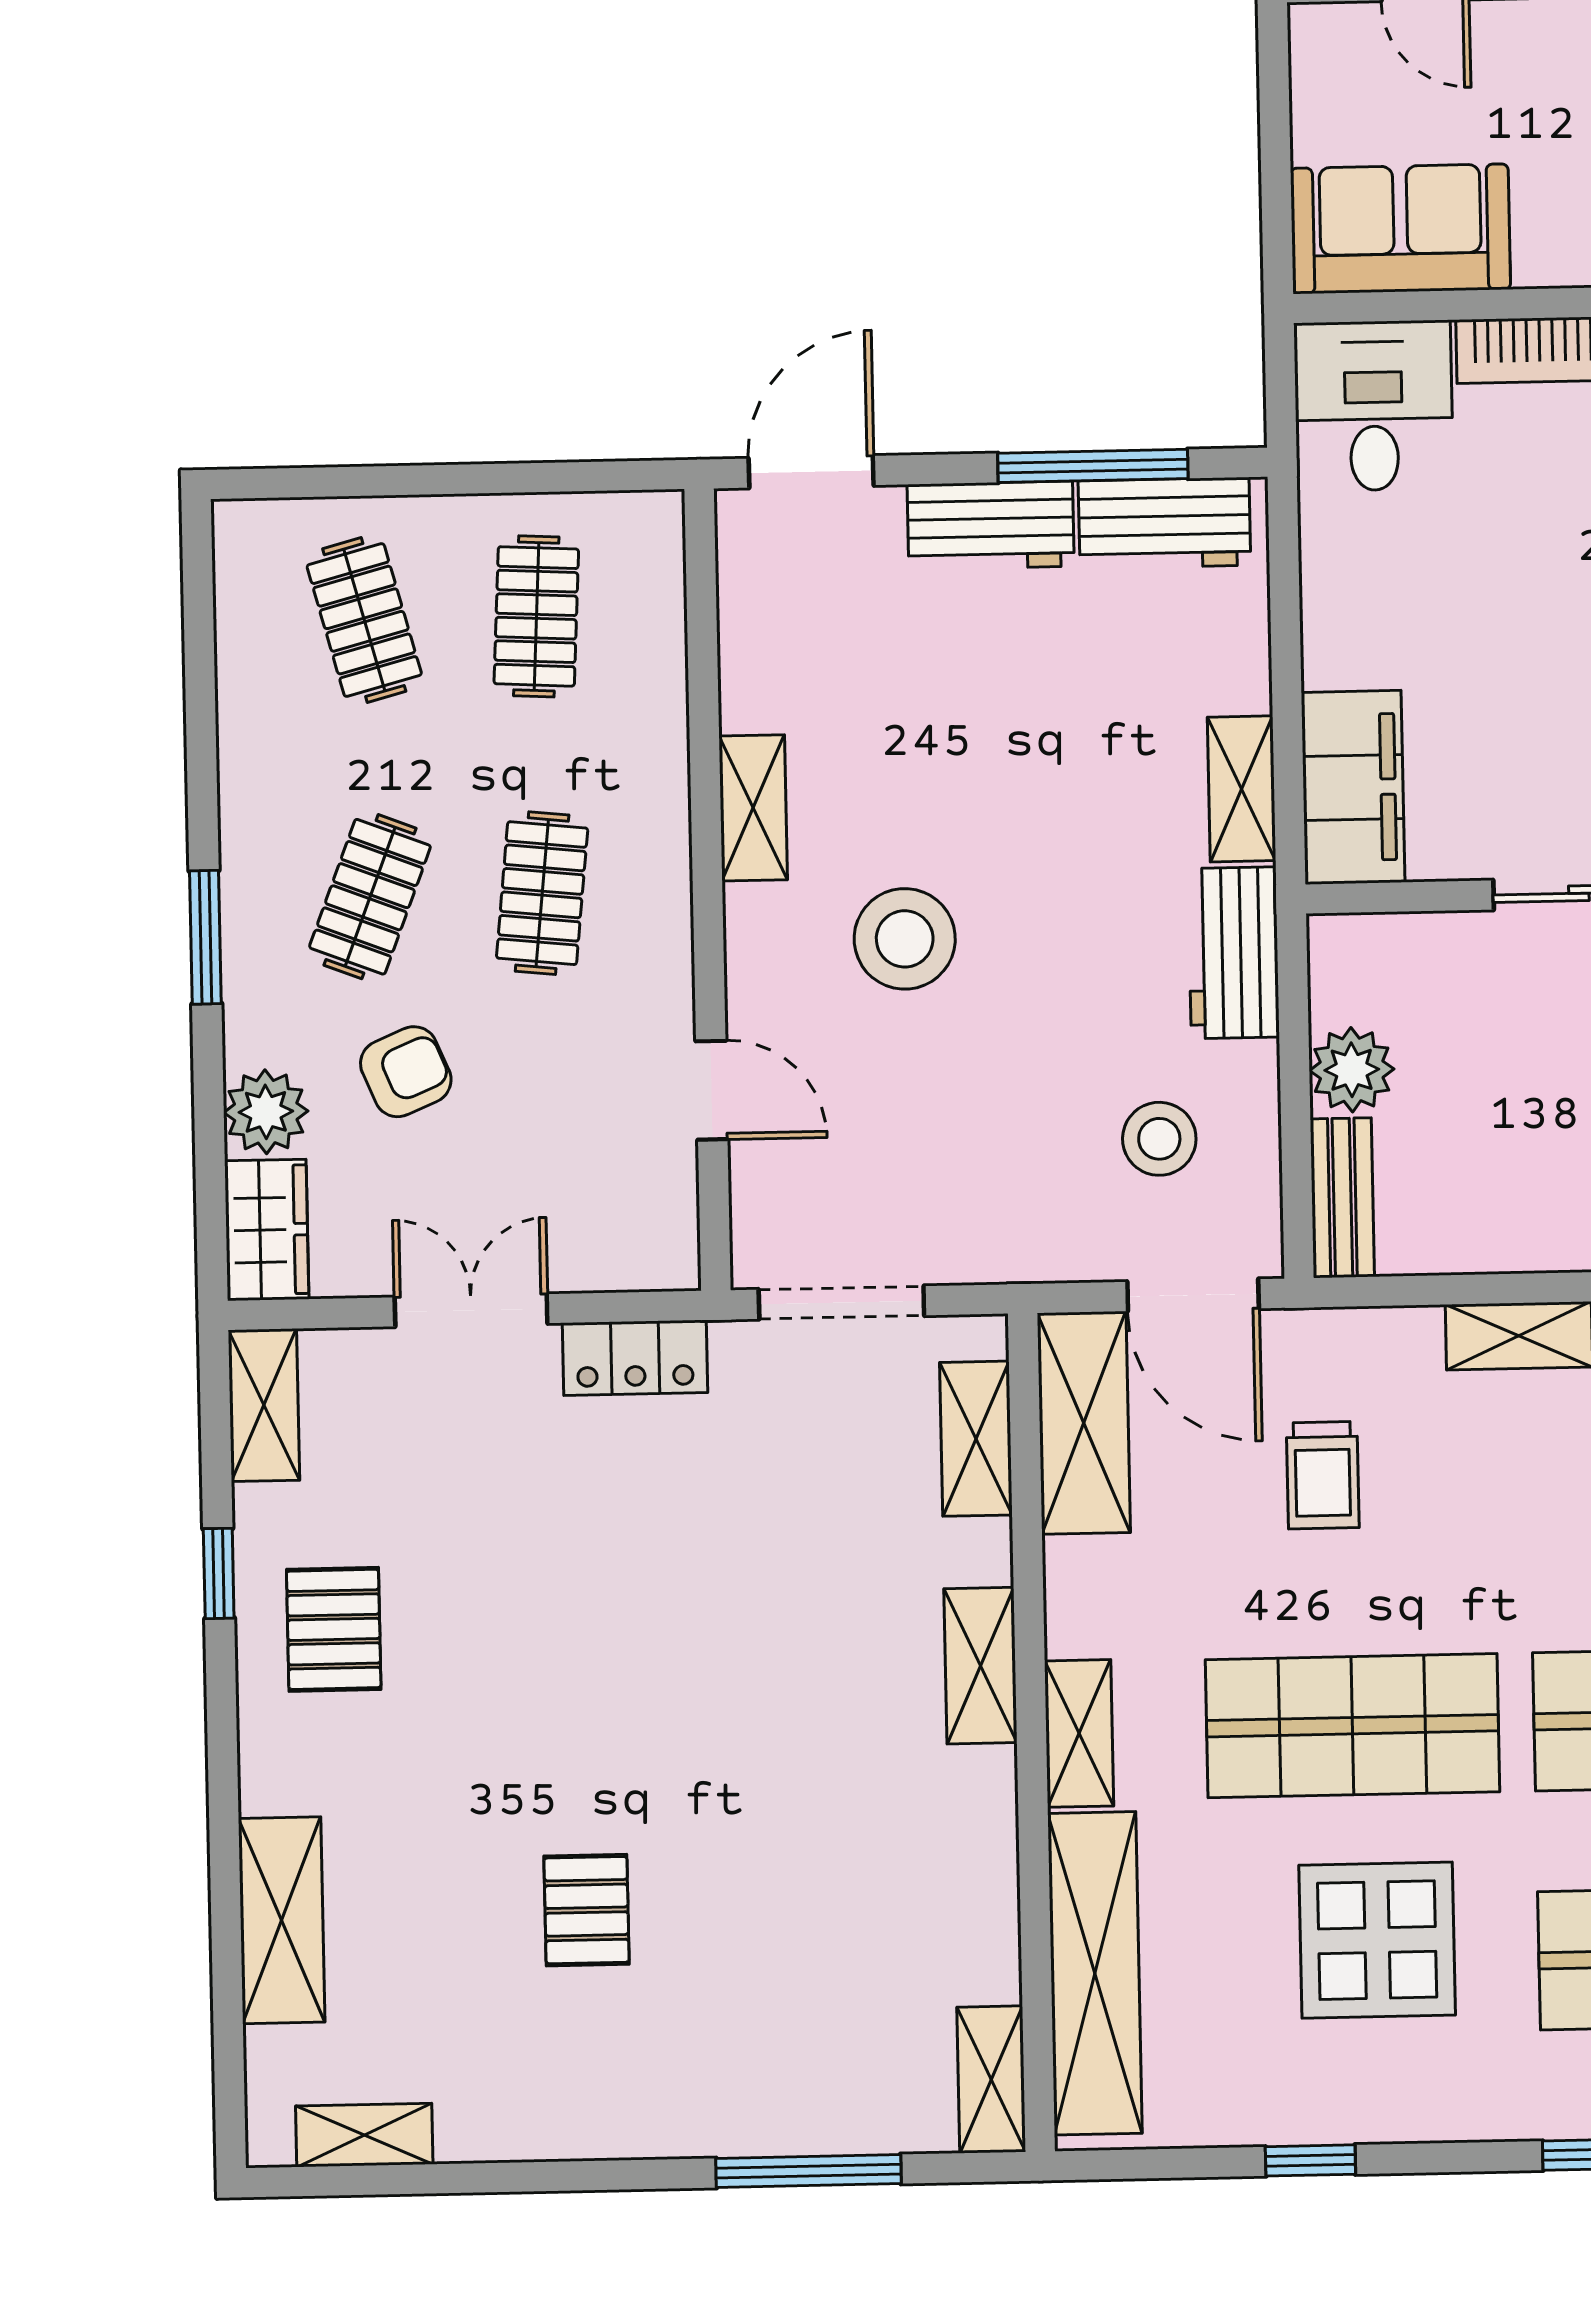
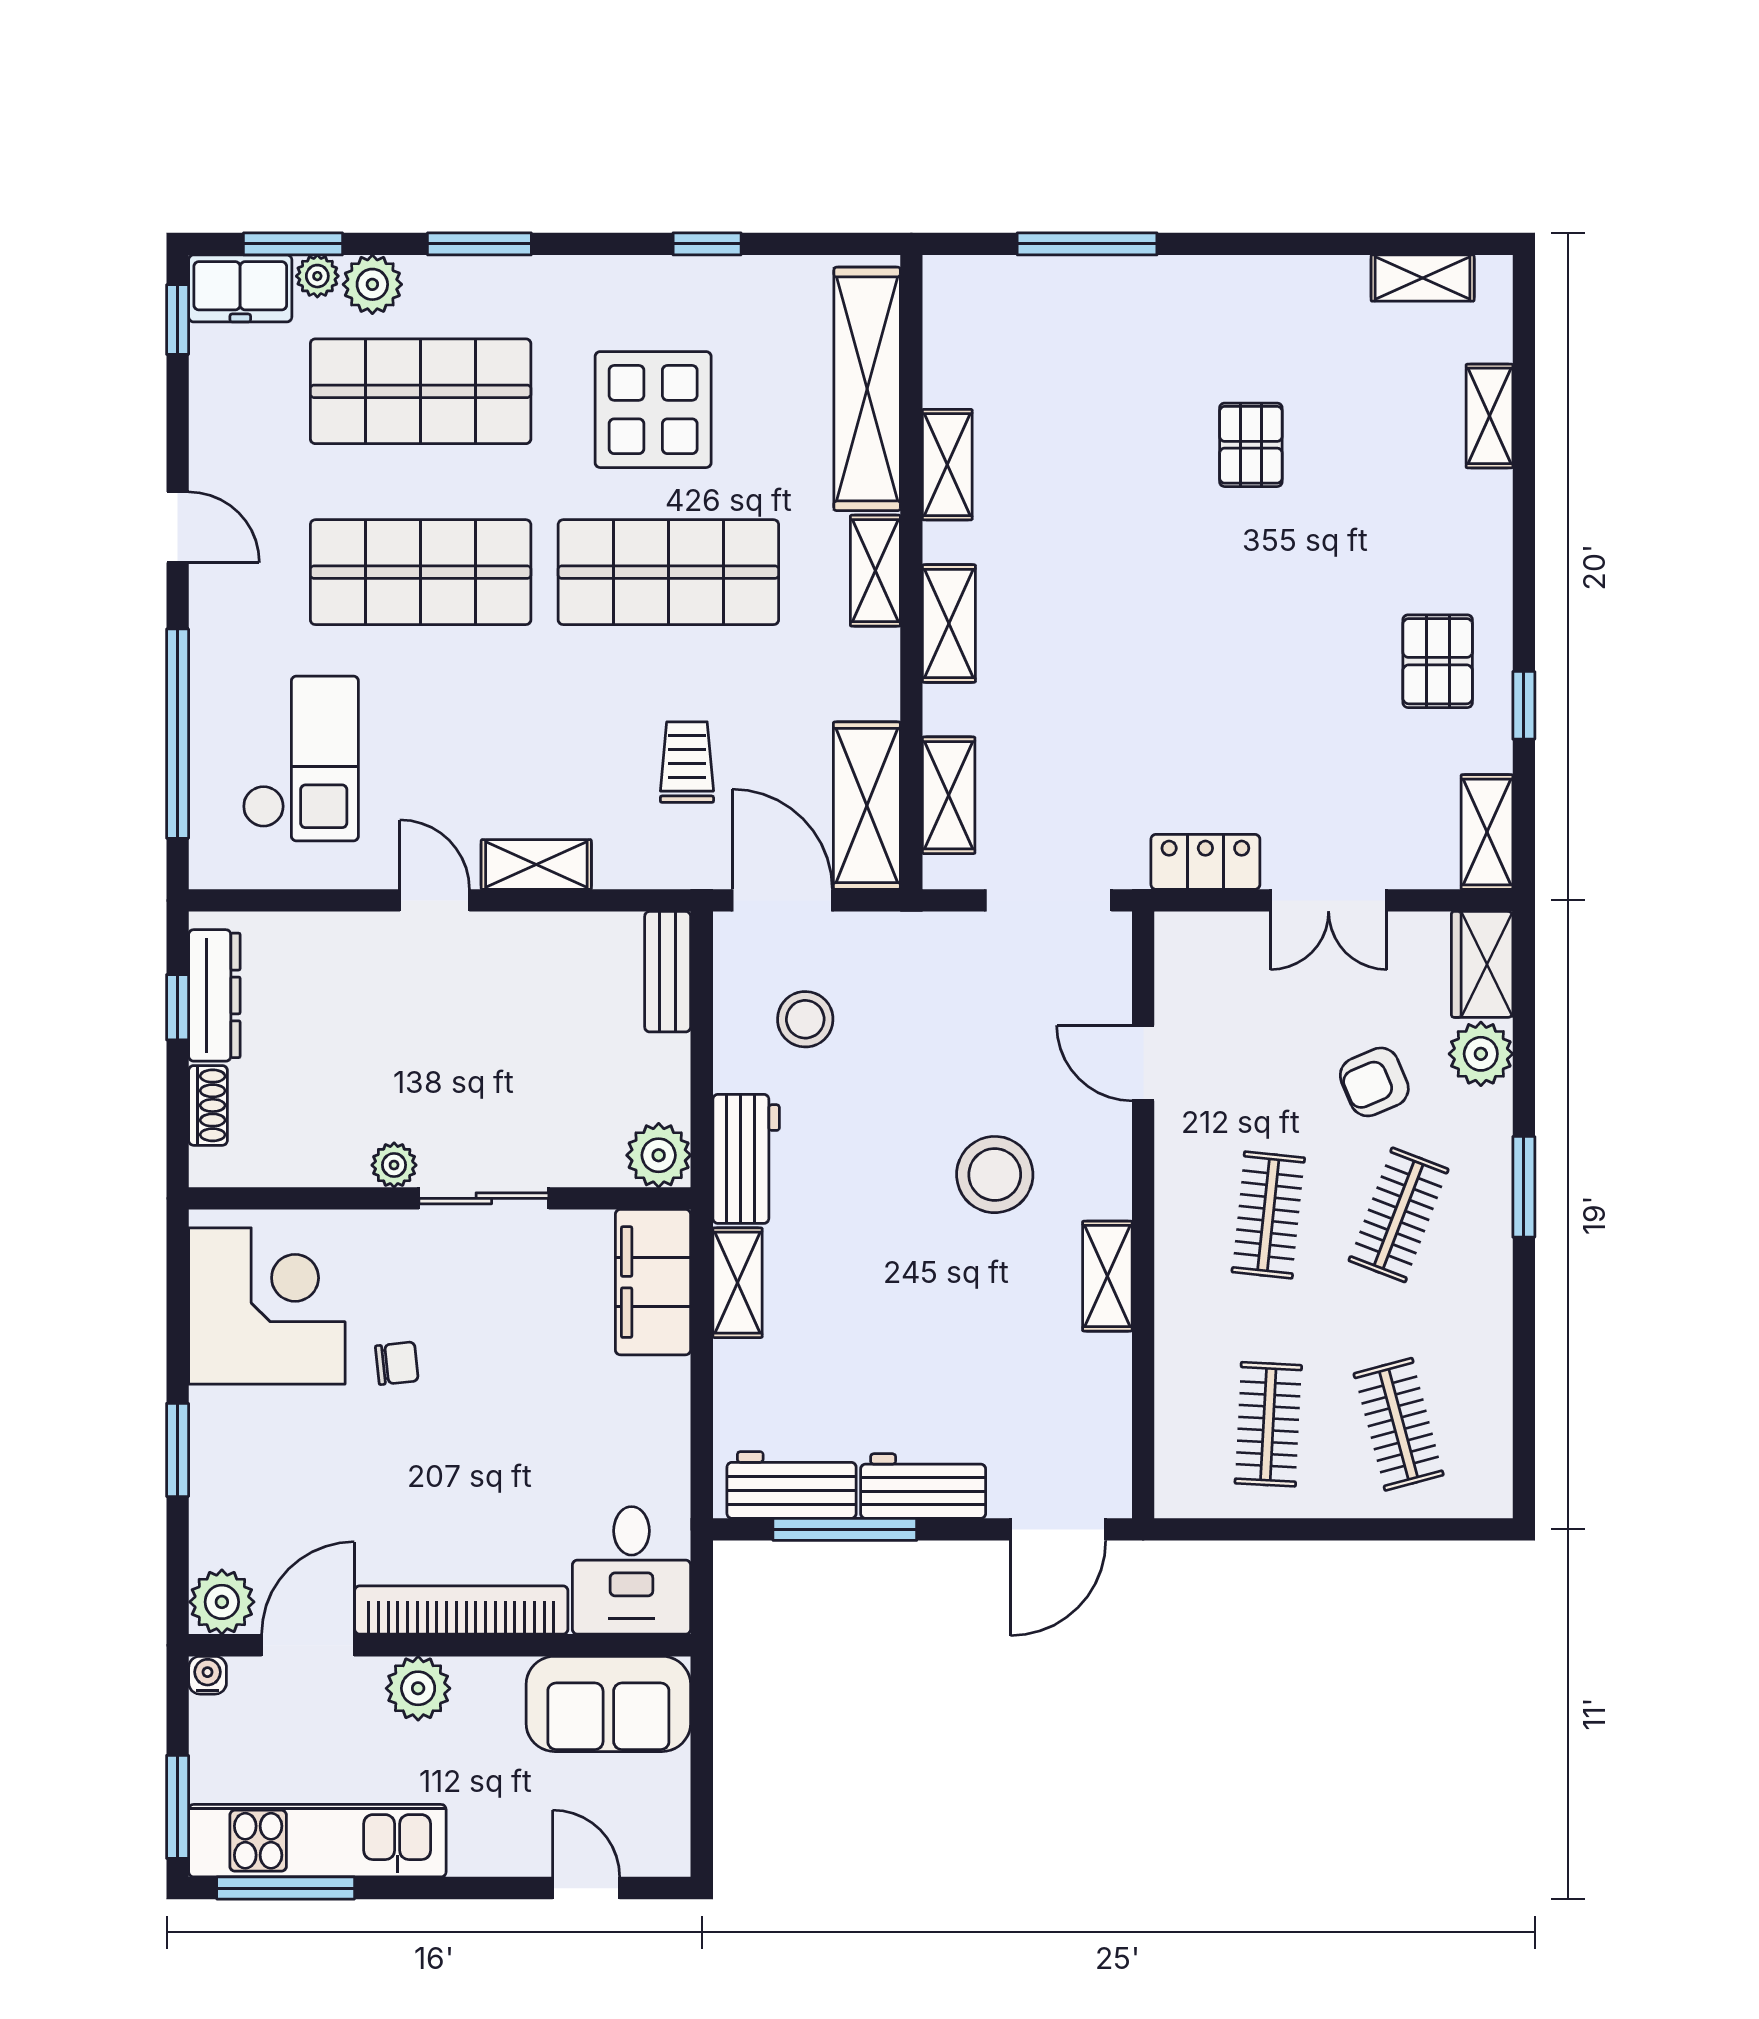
plant: (1352, 1070) -> (659, 1155), moved
shelving: (282, 1920) -> (1489, 416), width x0.67, depth x0.75
shelving: (991, 2079) -> (947, 465), moved

